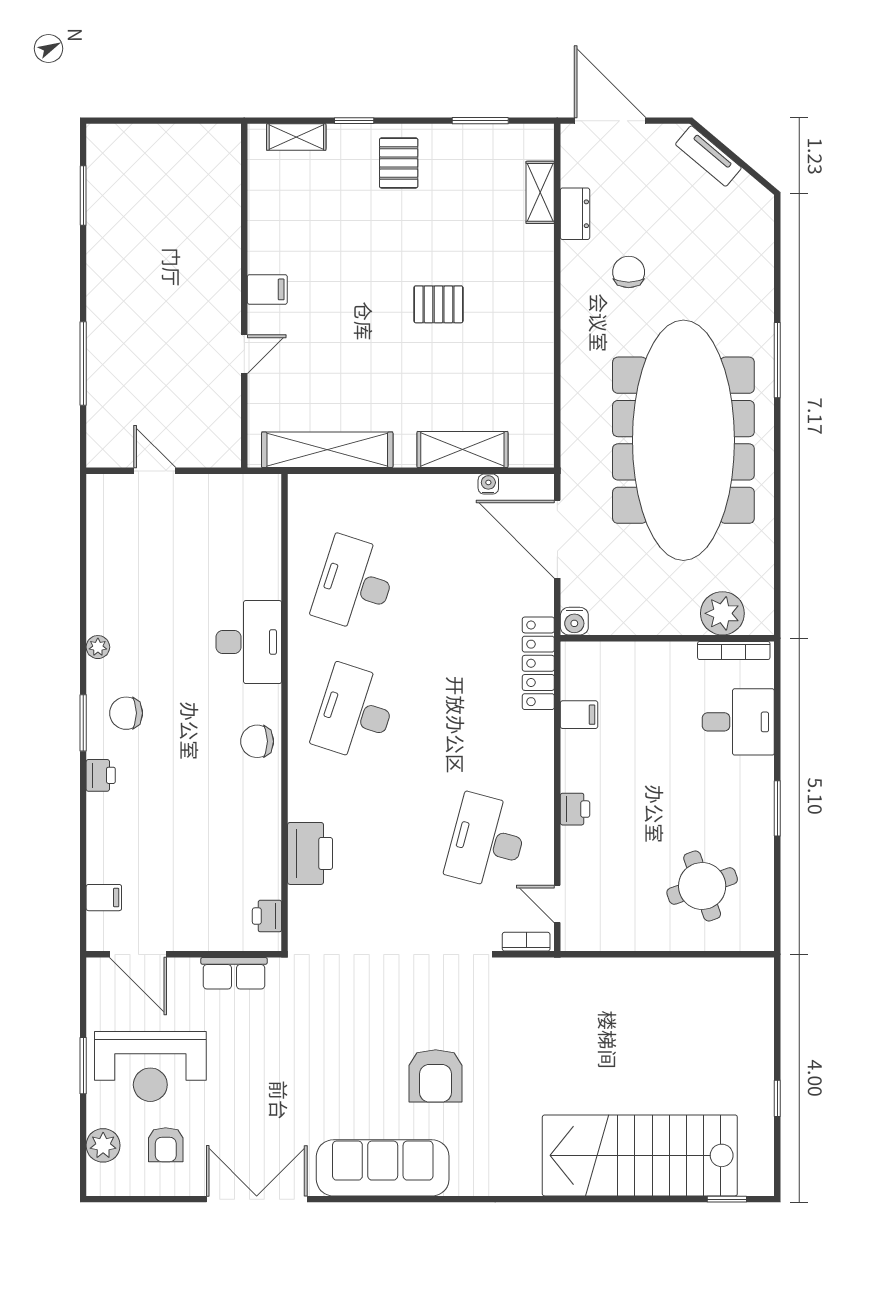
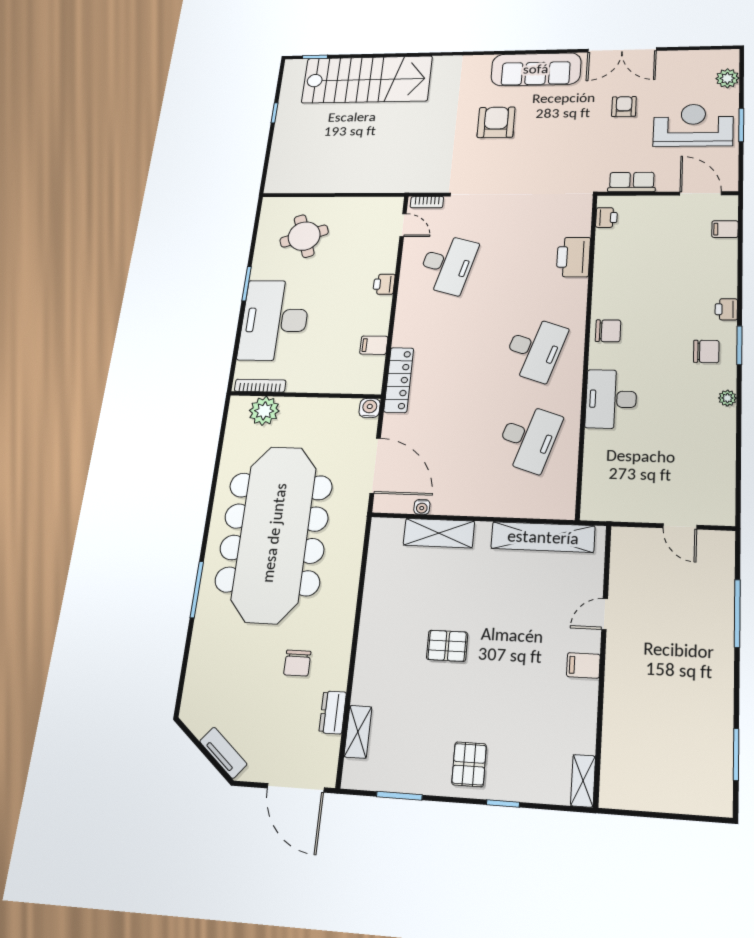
shelving: (296, 137) -> (583, 781), moved, turned 90
desk: (738, 722) -> (274, 320), width x1.87, depth x1.30
armchair: (166, 1145) -> (624, 107), moved

